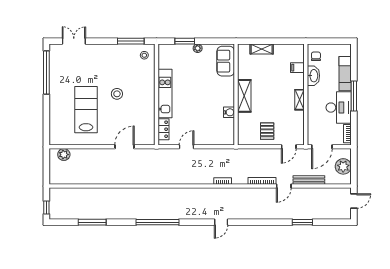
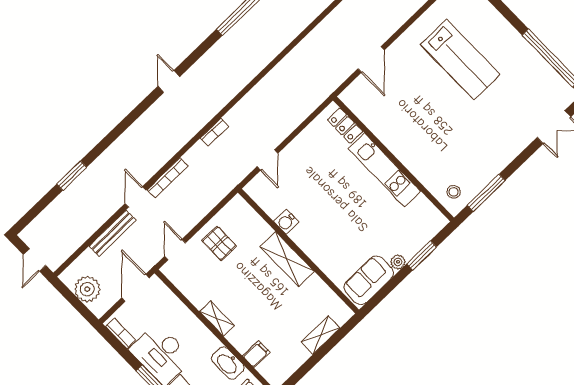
sofa: (226, 61) -> (369, 280), moved, turned -90
stool: (117, 94) -> (442, 114), removed
door: (187, 147) -> (267, 160), moved

